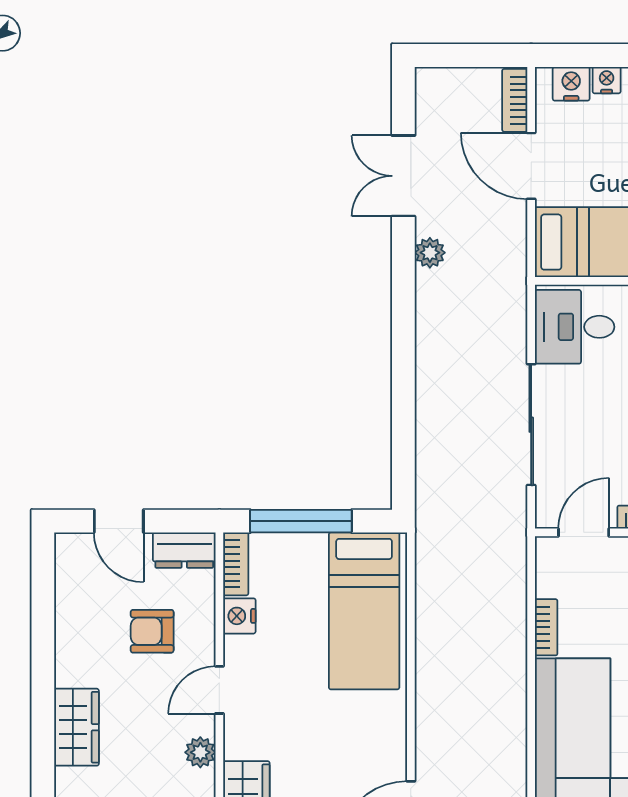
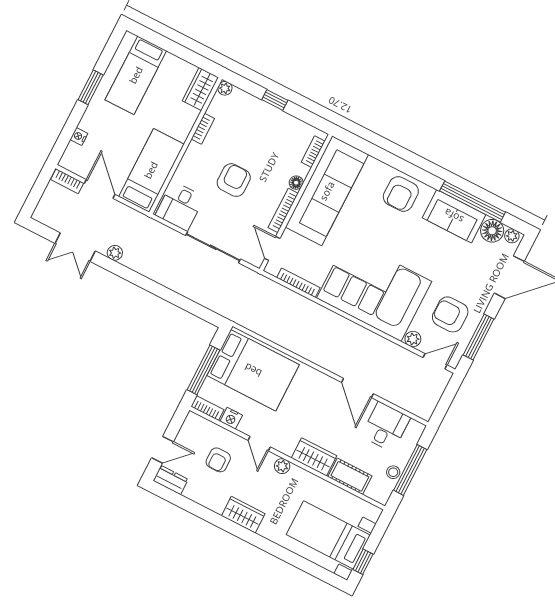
nightstand: (571, 84) -> (73, 153), removed
door: (531, 166) -> (100, 189), swing flipped
dresser: (184, 550) -> (171, 480), moved, turned -90
bed: (364, 611) -> (253, 370), width x1.50
bookcase: (546, 627) -> (298, 283), width x1.56

